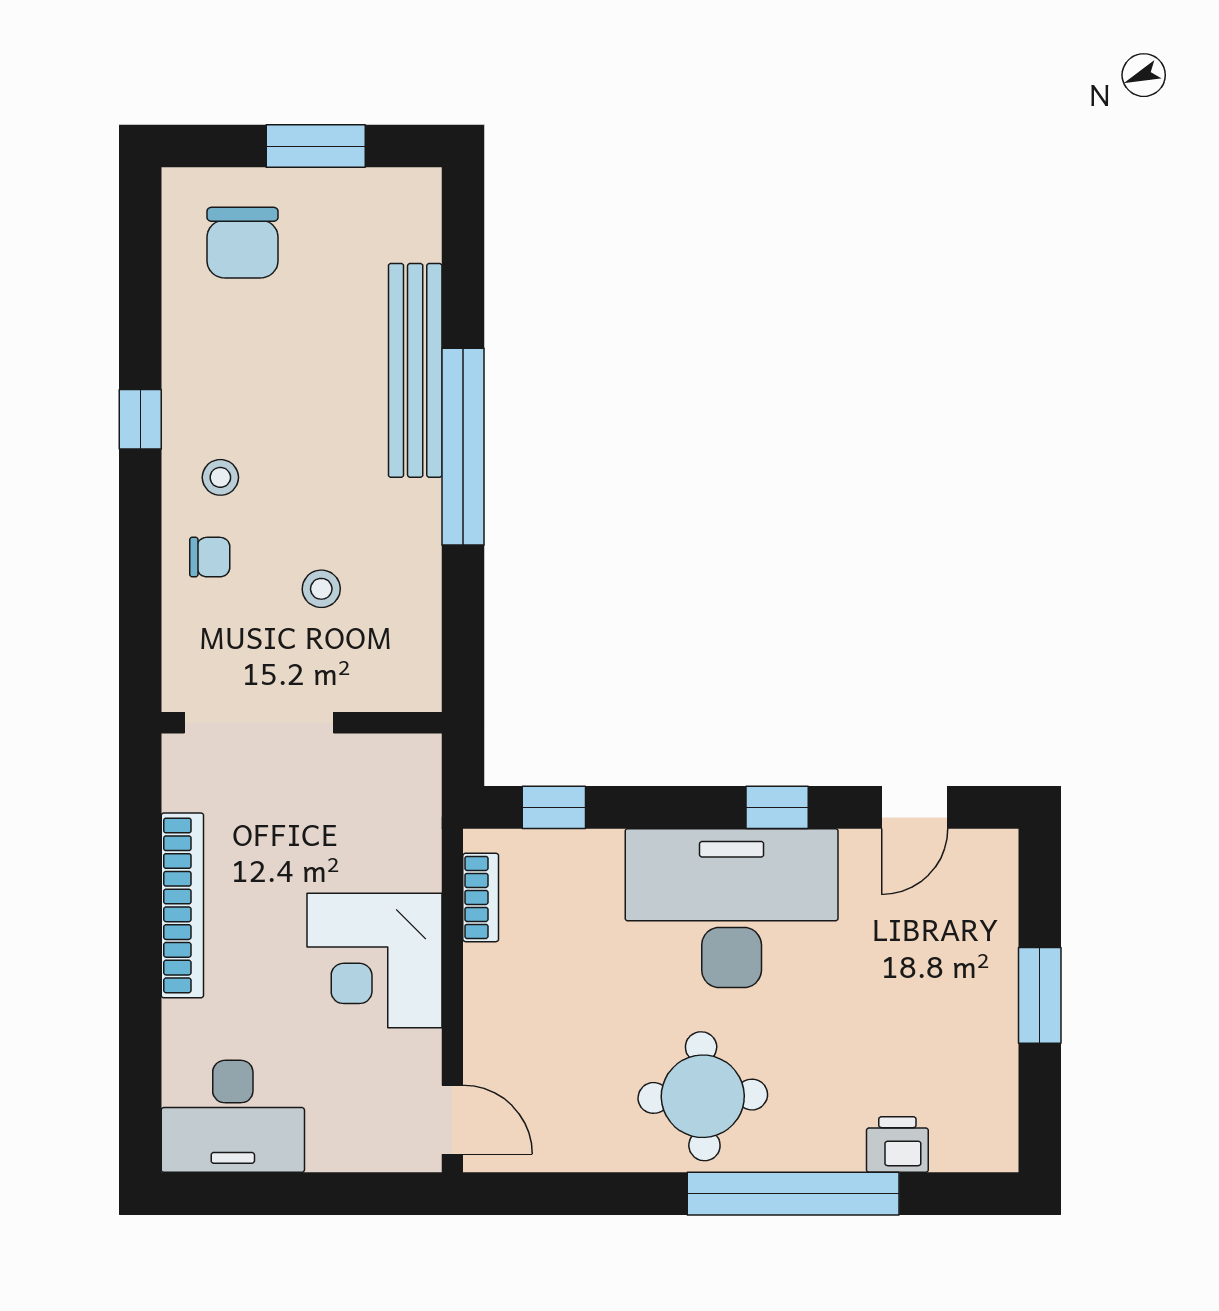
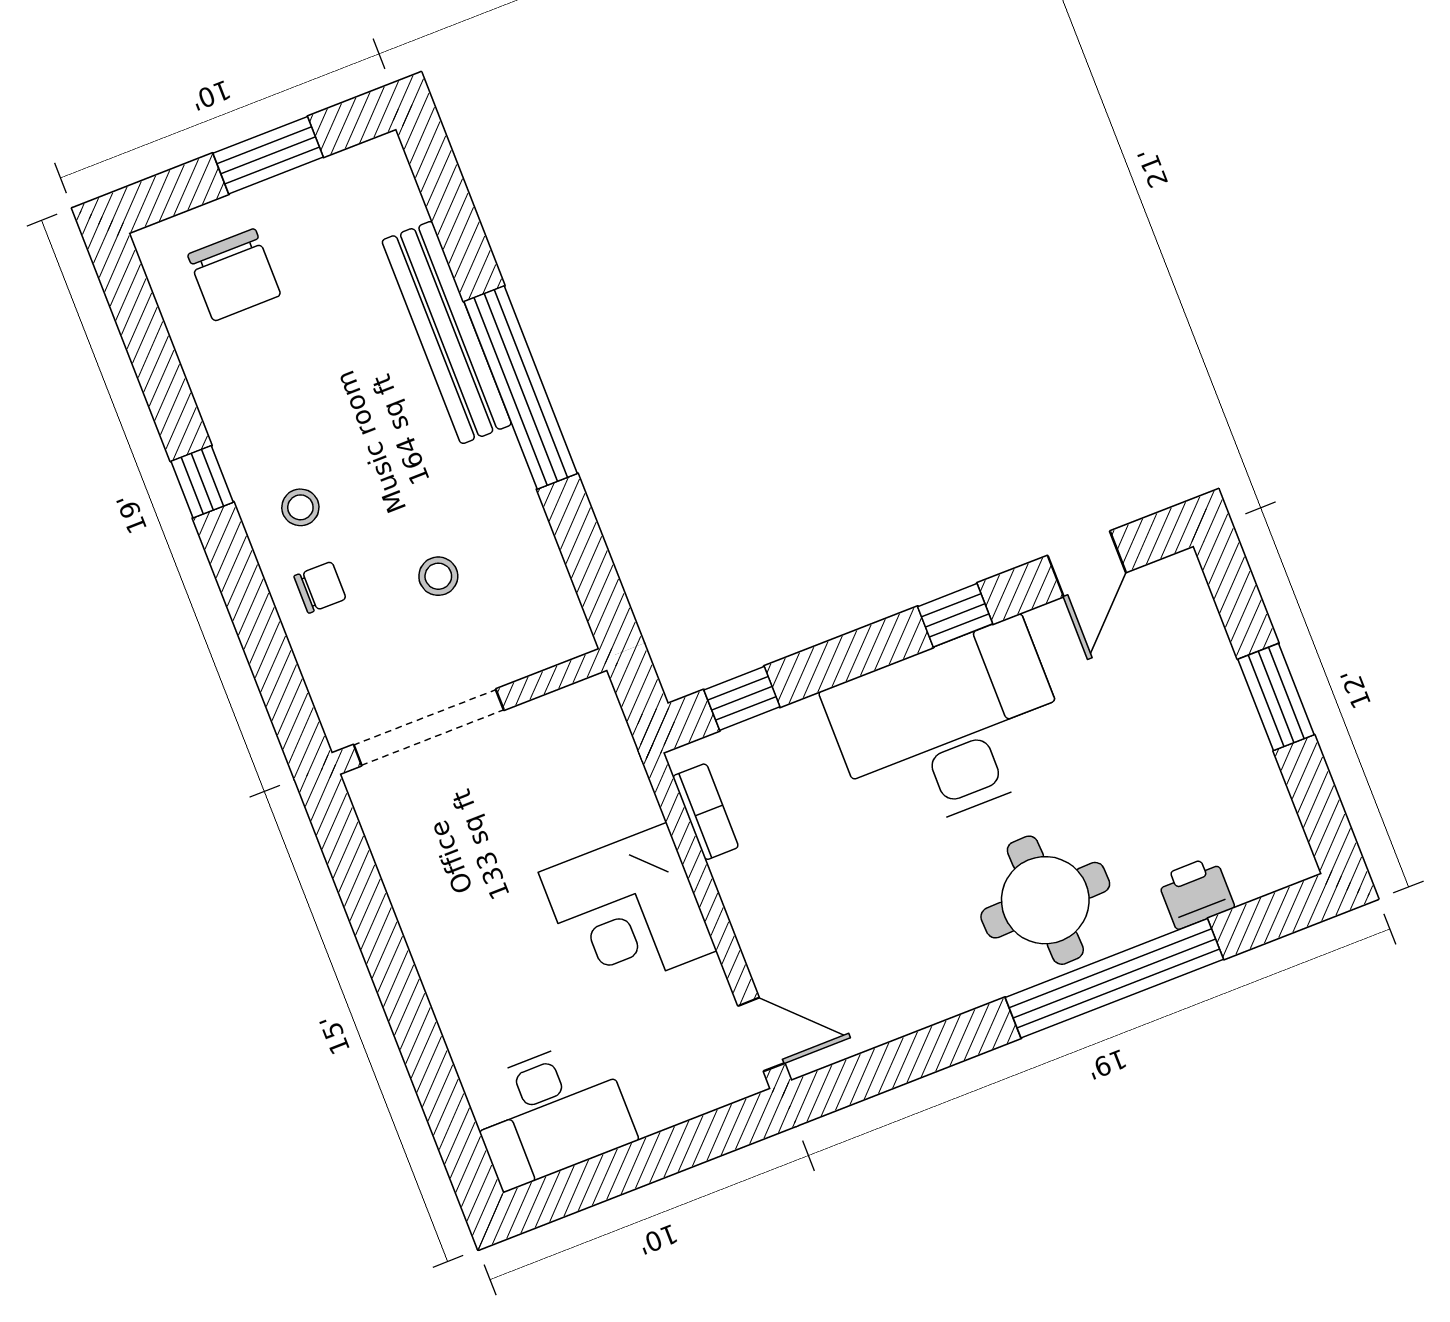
bookcase: (182, 905) -> (424, 930), removed
round table: (703, 1096) -> (1045, 900), moved

